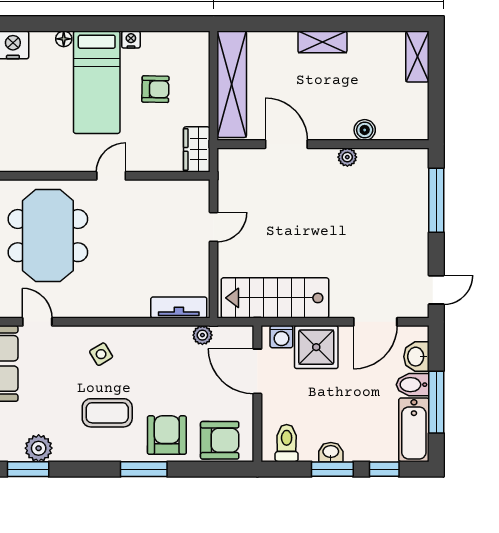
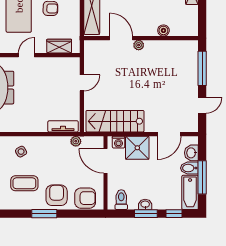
wardrobe: (197, 149) -> (59, 46), moved, turned 90
plant: (347, 157) -> (139, 45), moved
door: (436, 290) -> (202, 105), moved

